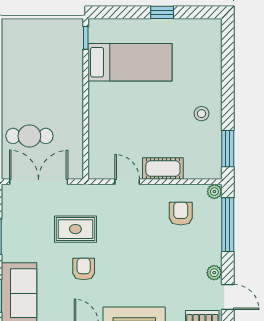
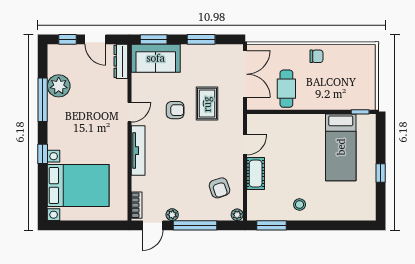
chair: (16, 93) -> (316, 56), added
cafe table: (29, 136) -> (286, 89), moved
armchair: (181, 214) -> (219, 188), turned 71
window: (228, 225) -> (195, 225), moved

